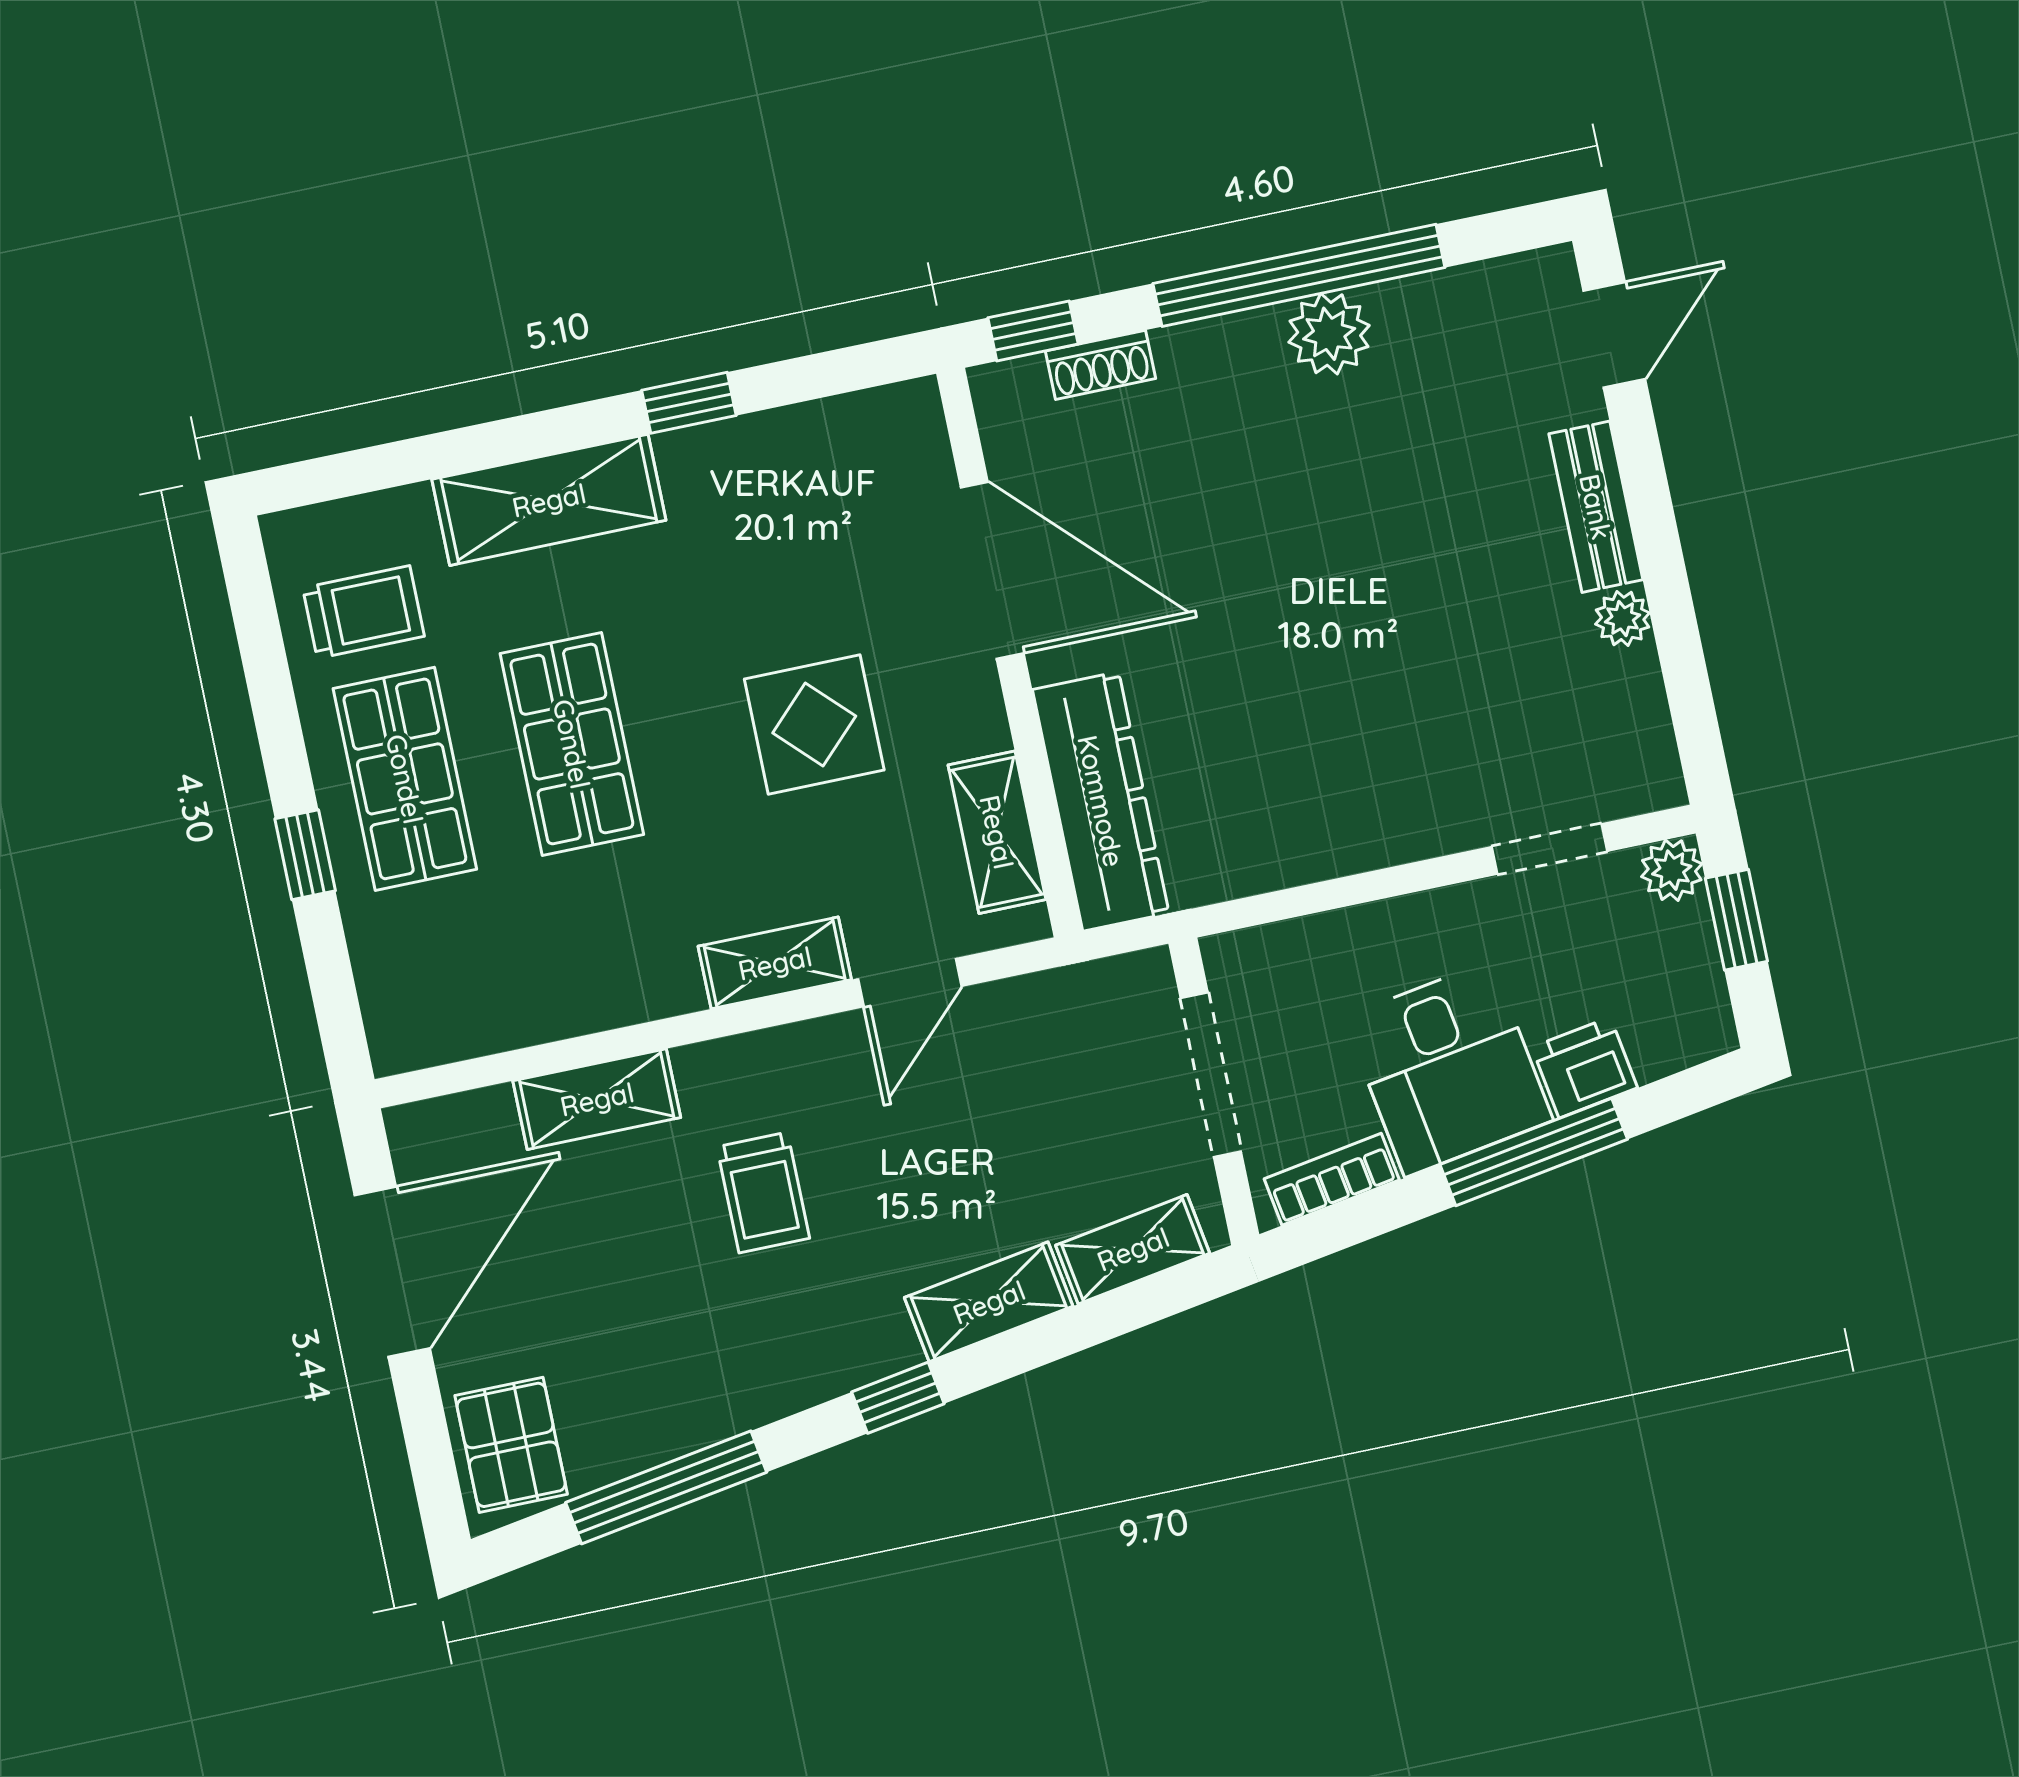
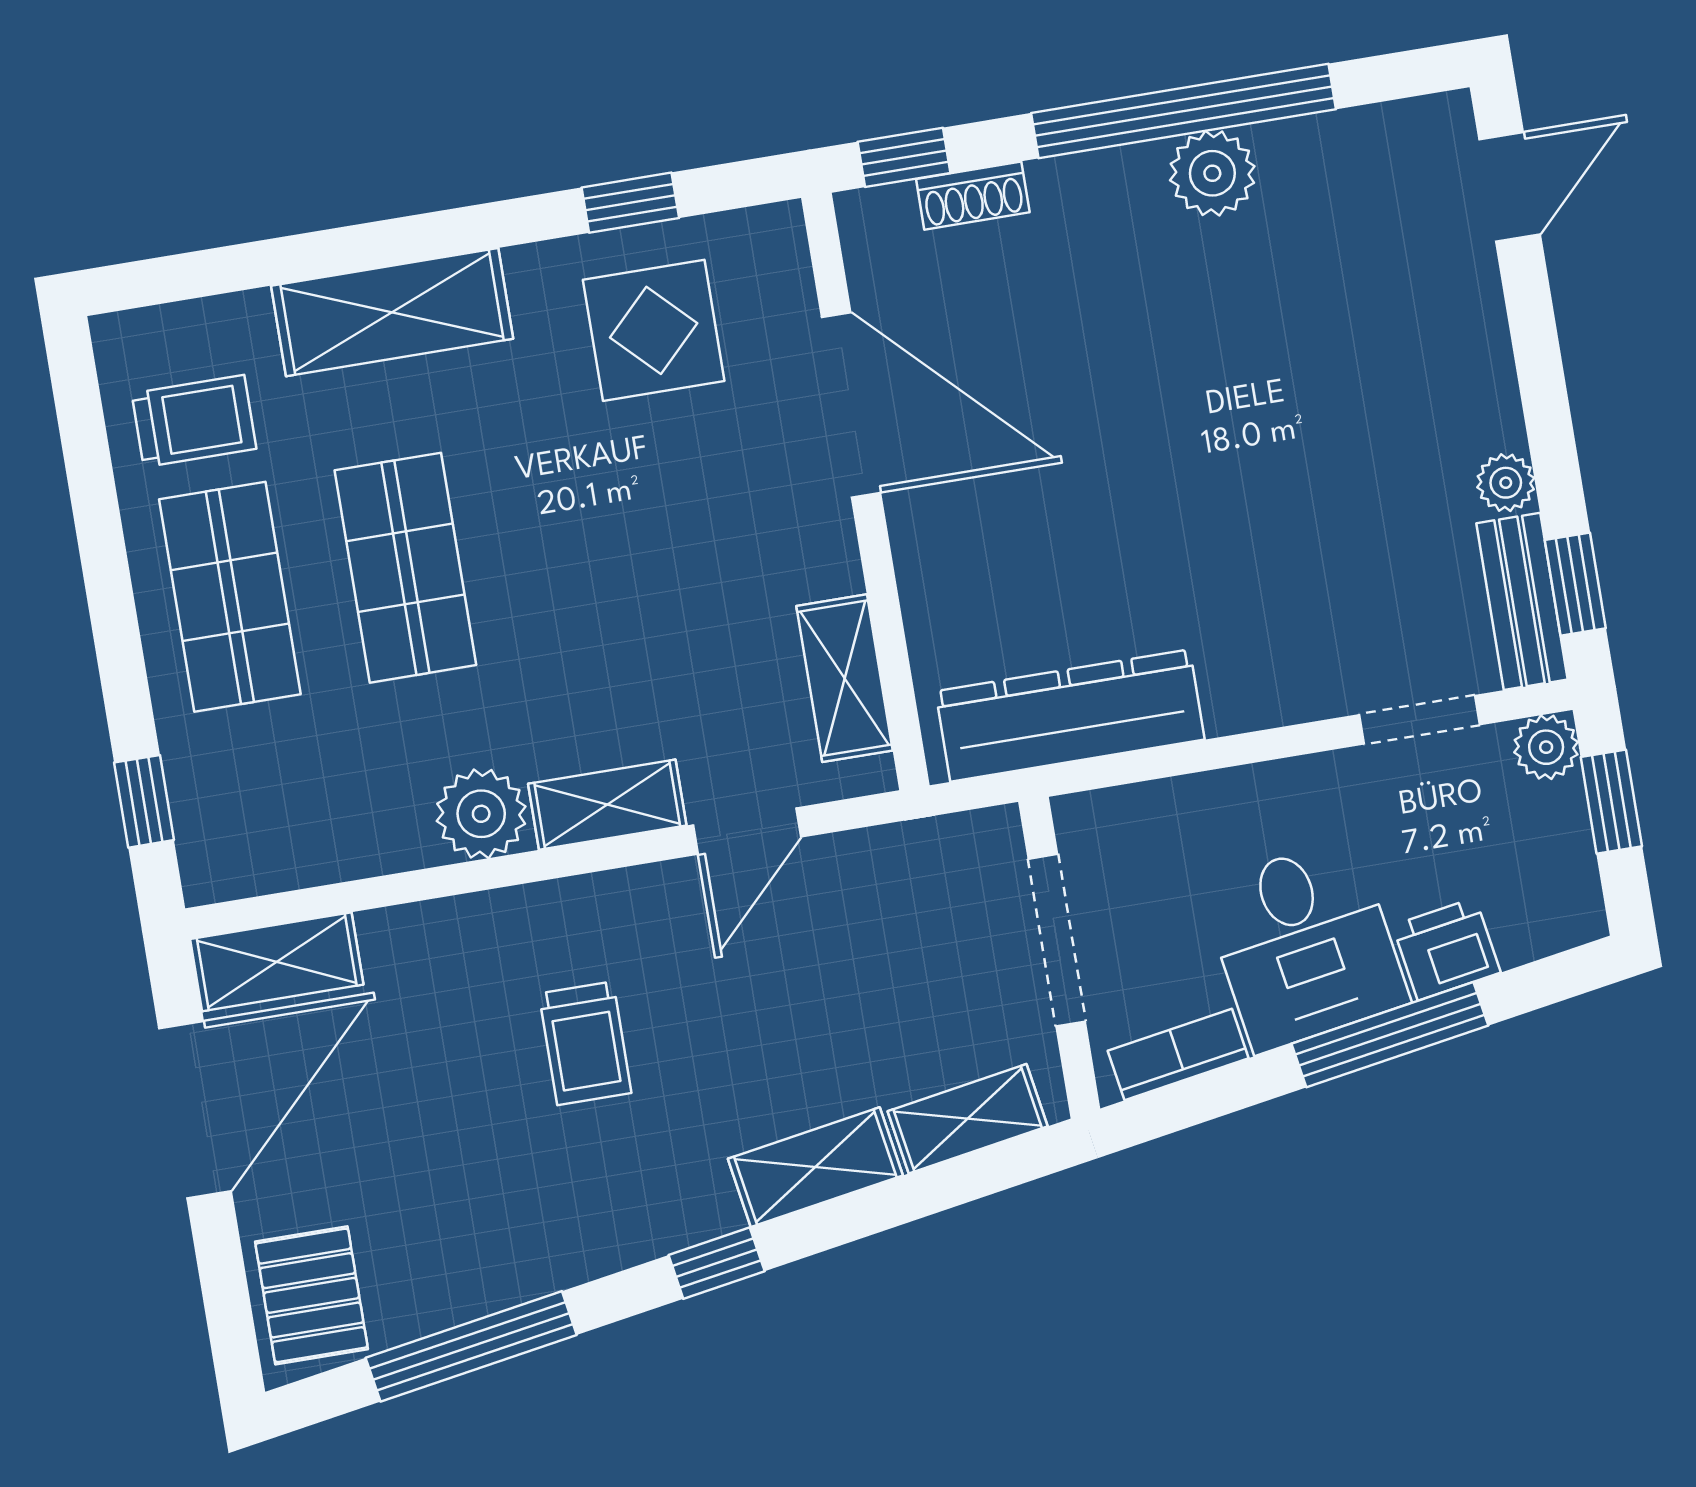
window: (689, 403) -> (630, 203), moved
bench: (1596, 507) -> (1522, 601), moved
window: (1693, 713) -> (1575, 584), added
display table: (814, 725) -> (654, 330), moved
dresser: (1101, 801) -> (1070, 715), moved, turned -90
window: (305, 855) -> (144, 801), moved
plant: (654, 977) -> (481, 814), added
shelving: (597, 1099) -> (277, 962), moved

